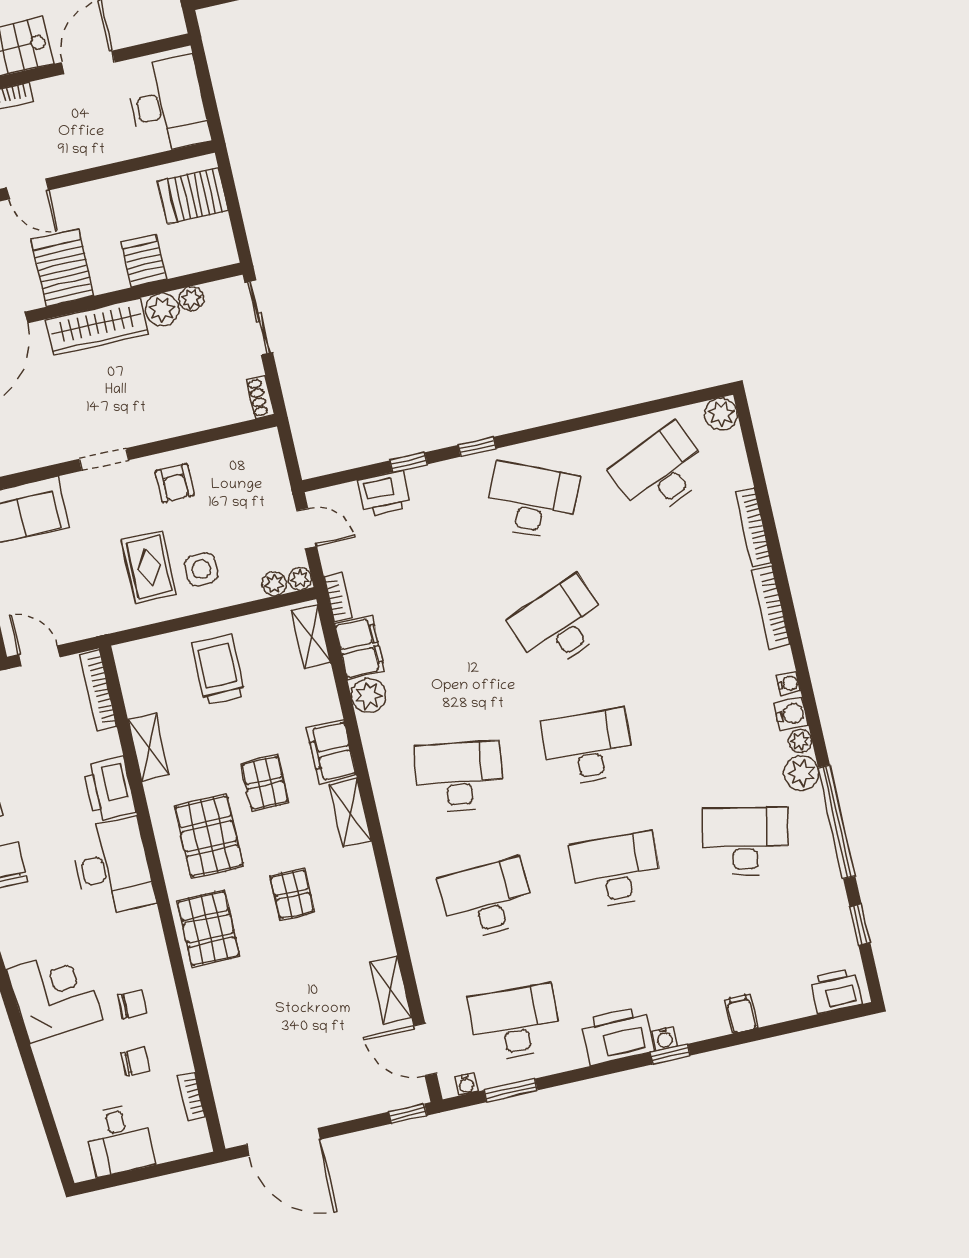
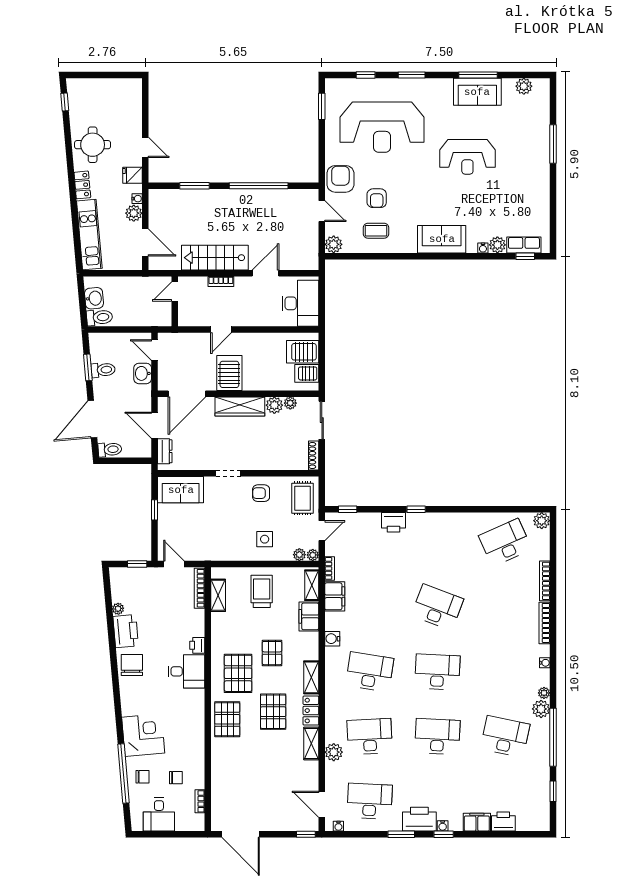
door: (28, 189) -> (221, 330), hinge flipped
server rack: (143, 261) -> (307, 373), moved, turned -90
shoe rack: (260, 397) -> (314, 456), width x1.43
window: (409, 462) -> (348, 509), moved
armchair: (175, 483) -> (261, 493), turned 90
printer: (384, 494) -> (394, 522), moved
desk: (532, 501) -> (437, 543), removed
door: (307, 528) -> (322, 531), hinge flipped
rug: (149, 567) -> (303, 498), moved
desk: (560, 624) -> (437, 607), turned 42
plant: (369, 696) -> (334, 752), moved
water cooler: (791, 714) -> (332, 639), moved, turned 180
shelving: (149, 747) -> (218, 595), moved
filing cabinet: (332, 752) -> (309, 616), moved
printer: (109, 789) -> (197, 645), width x0.53, depth x0.68
desk: (112, 867) -> (186, 671), width x0.73
locker: (364, 876) -> (311, 711), added
pallet: (292, 894) -> (273, 712), width x1.50, depth x1.42
shelving: (390, 990) -> (311, 744), moved
printer: (835, 991) -> (503, 822), moved
chair: (132, 1004) -> (142, 777), moved
filing cabinet: (741, 1014) -> (477, 822), width x2.00
window: (34, 1077) -> (123, 773), added
window: (511, 1090) -> (401, 834), moved

